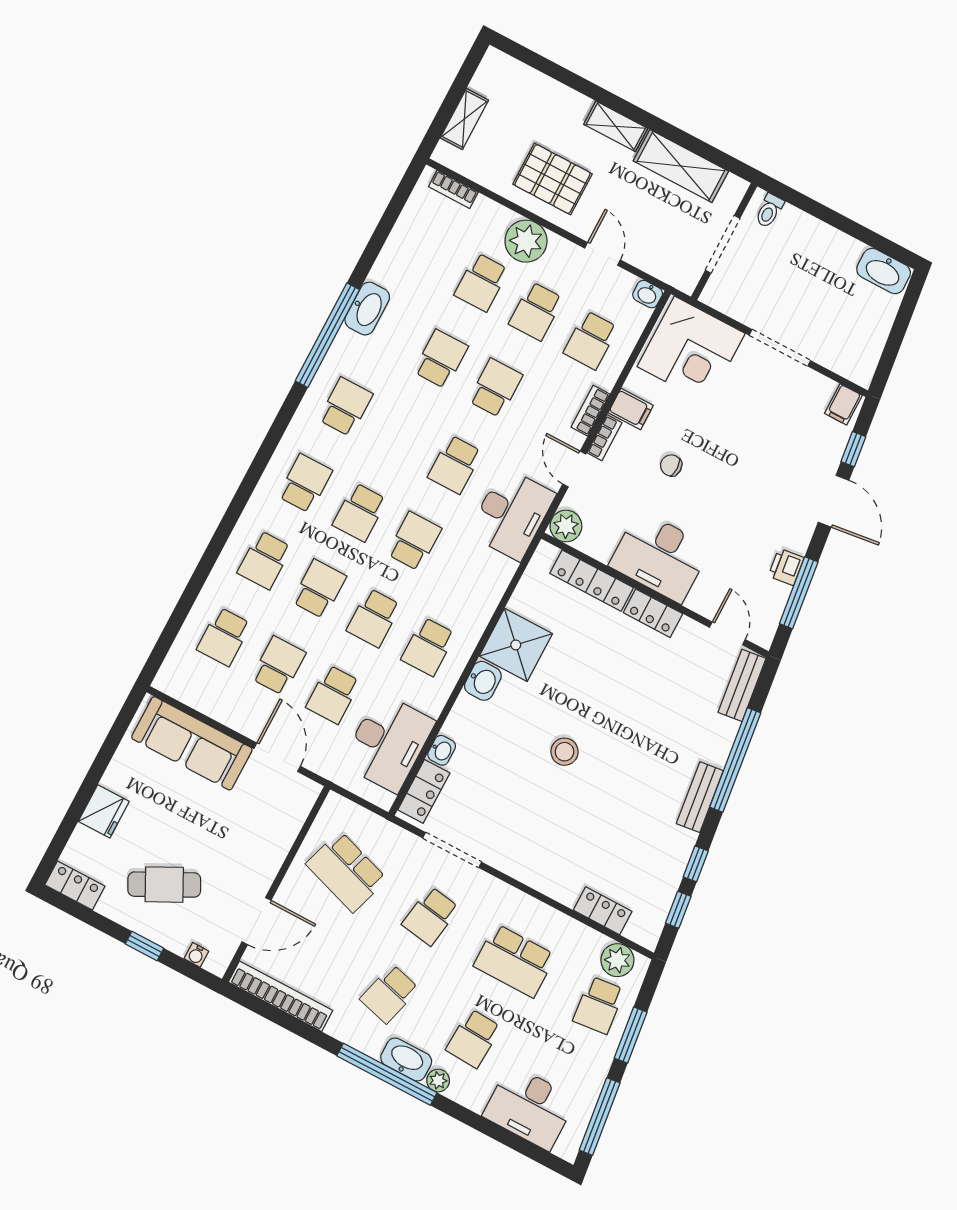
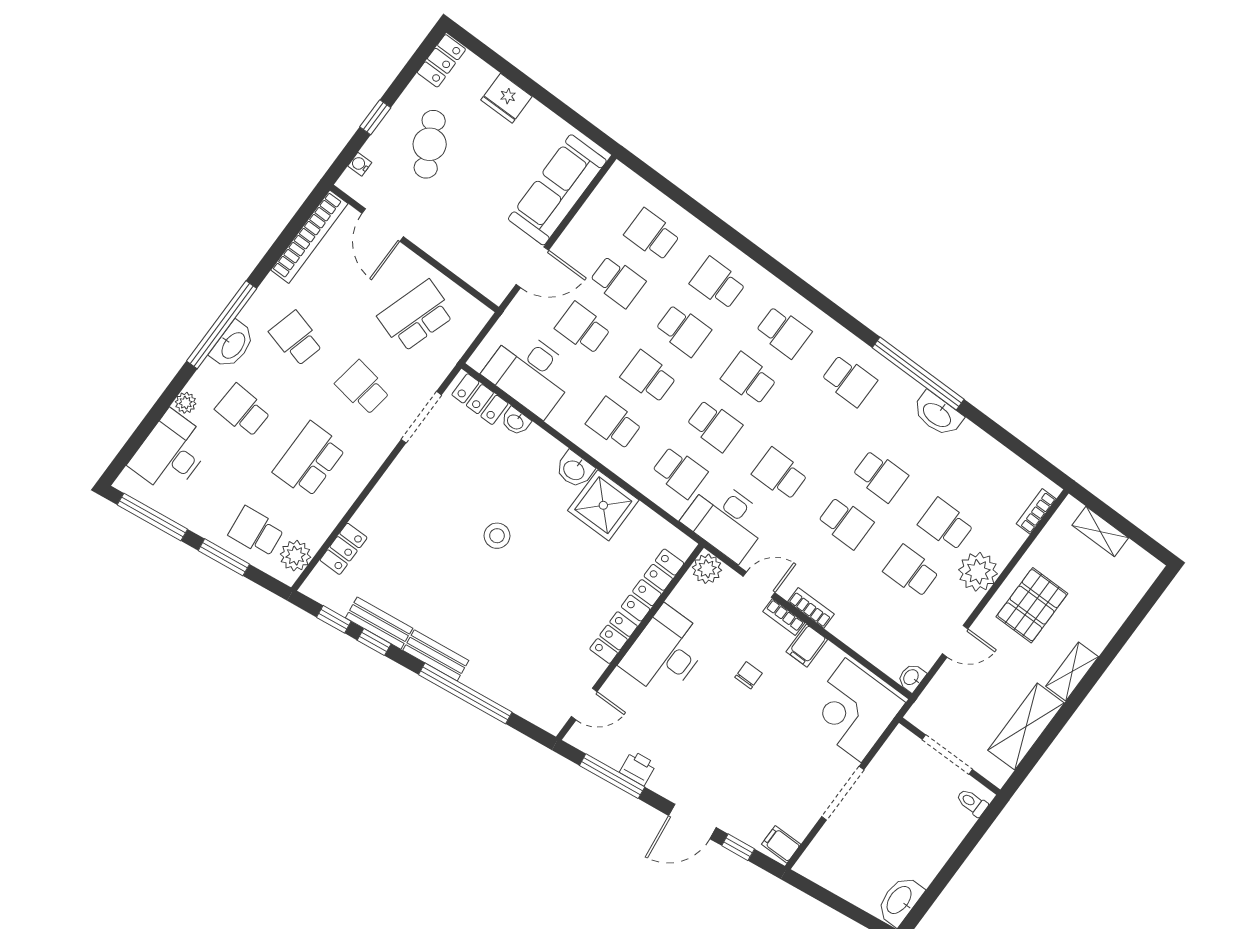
school desk: (591, 340) -> (680, 472), moved, turned 180
bench: (742, 685) -> (379, 623), moved
plant: (438, 1080) -> (186, 403), moved

